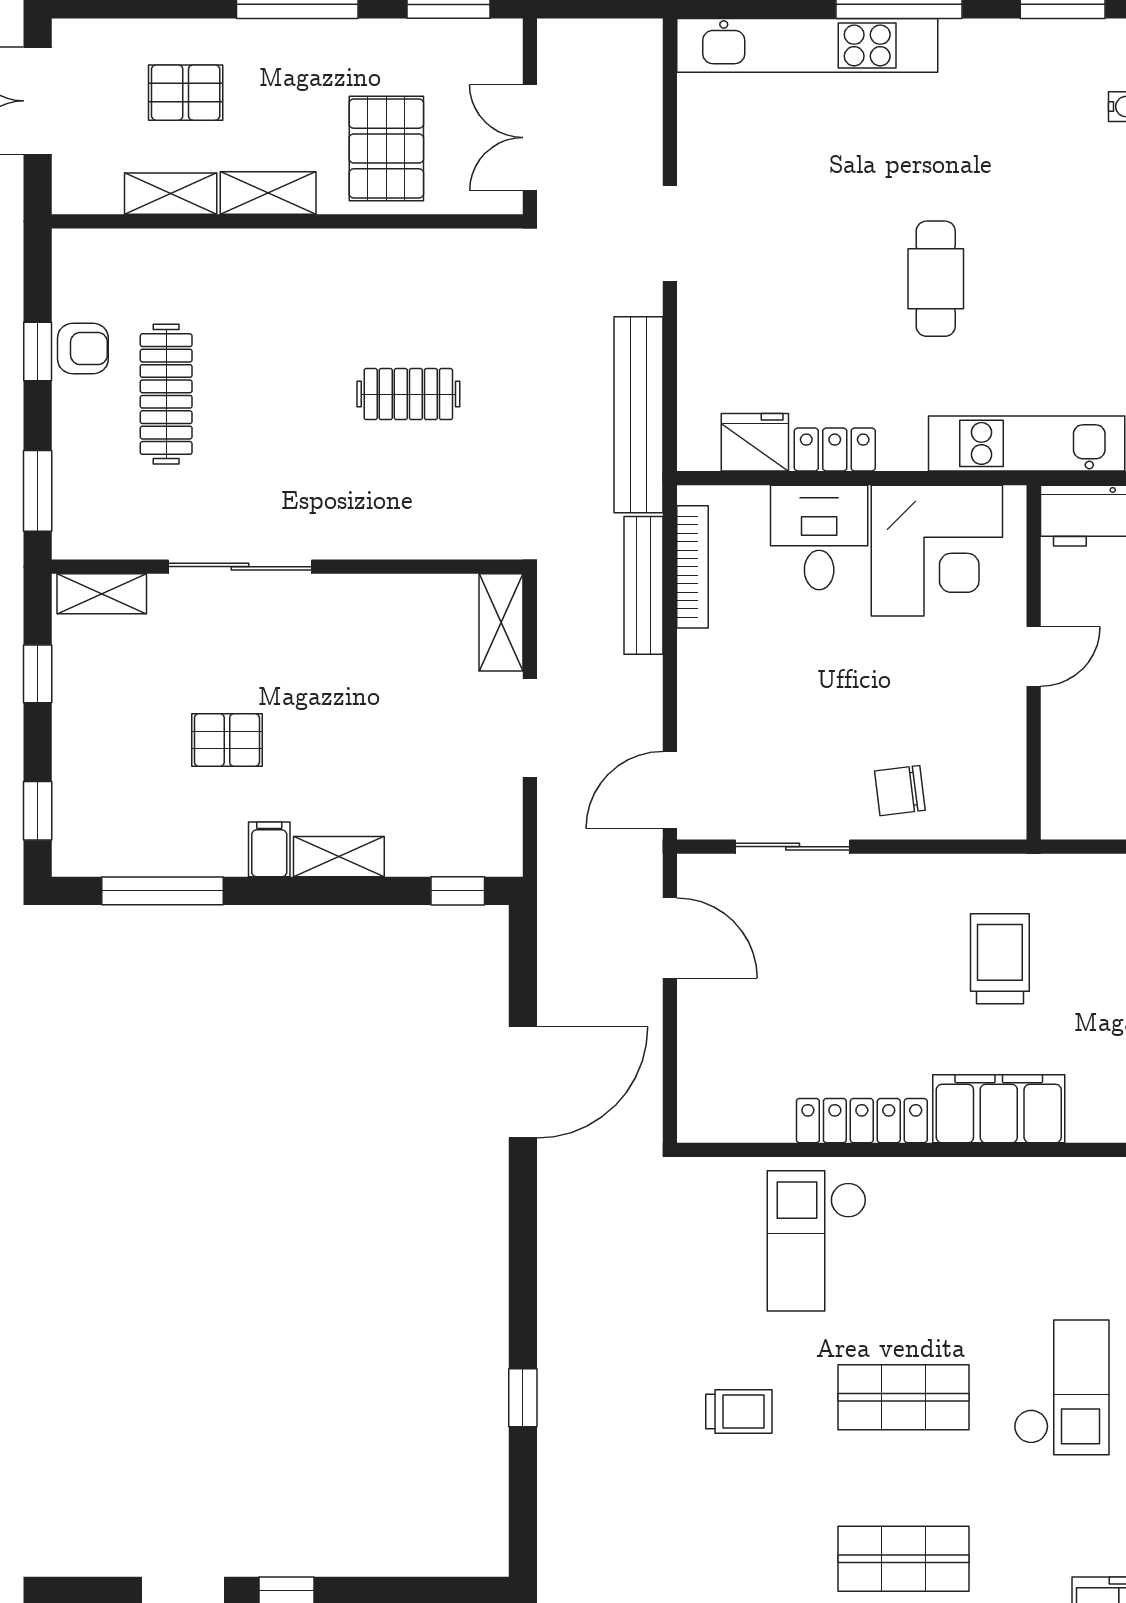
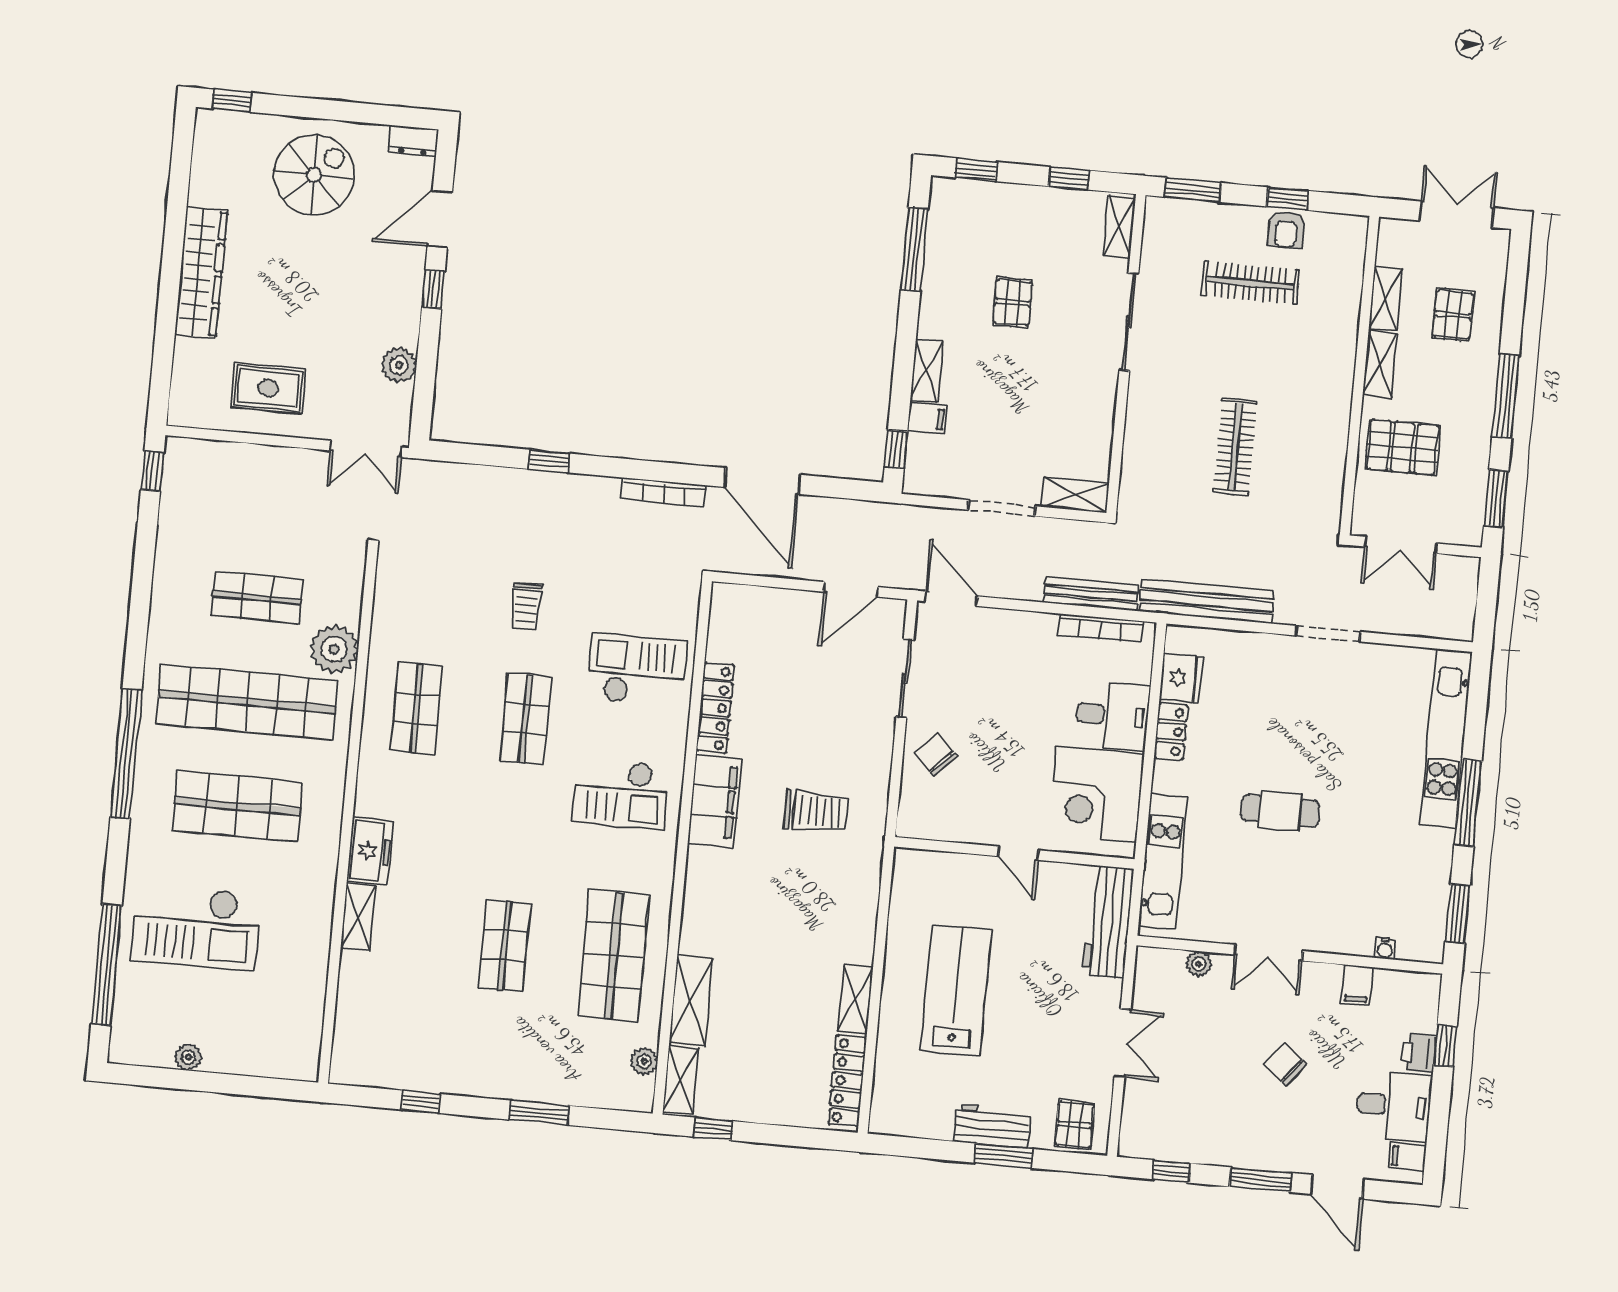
double door: (530, 138) -> (1401, 545), swing flipped
clothes rail: (408, 394) -> (1235, 447), width x1.36
chair: (900, 791) -> (936, 754), turned -38
filing cabinet: (269, 849) -> (927, 418), moved
bookcase: (553, 1225) -> (664, 492), added
checkout: (1062, 1387) -> (620, 794), moved

